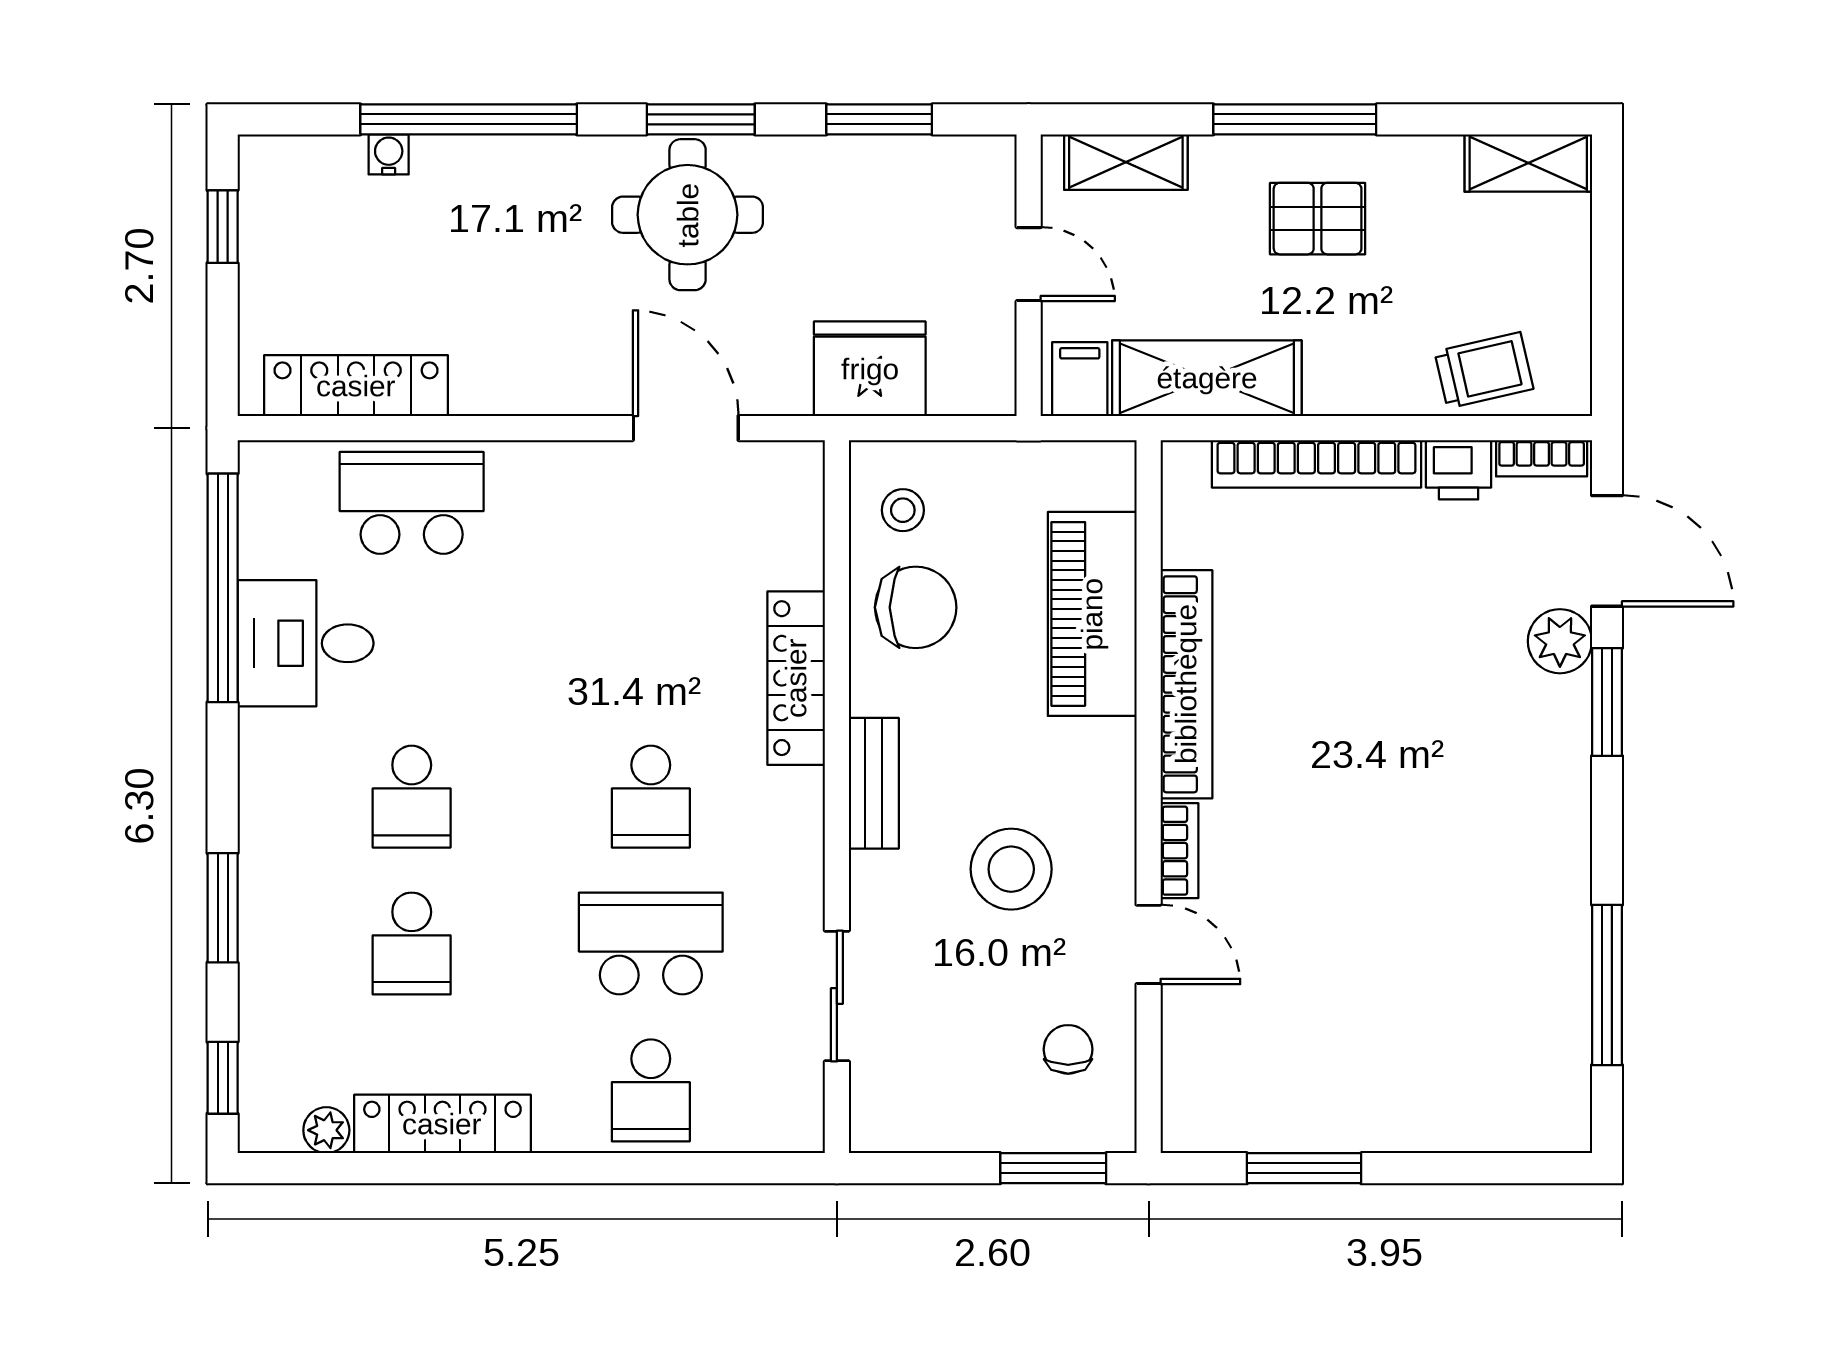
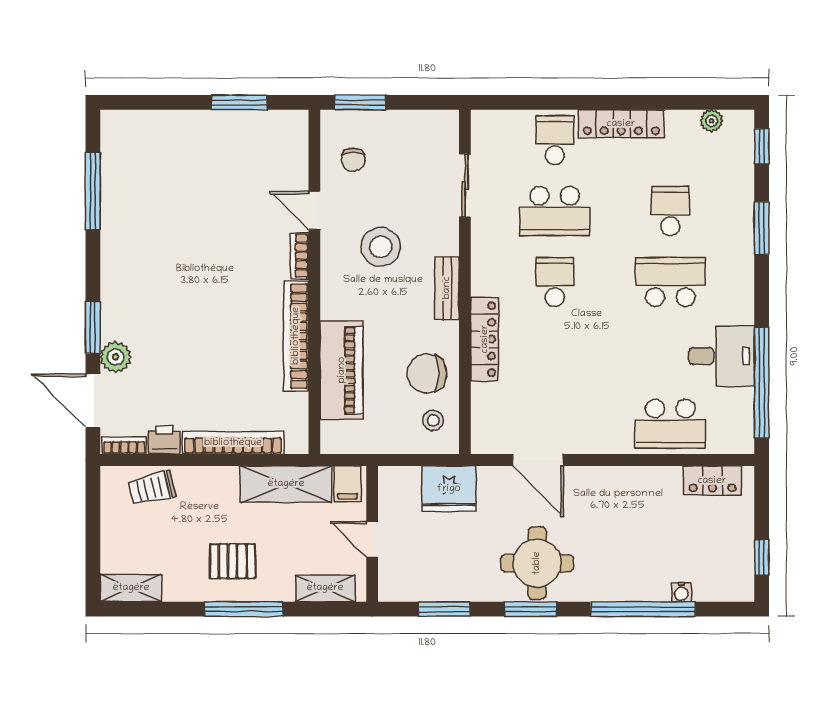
locker: (356, 386) -> (712, 481), width x0.66
school desk: (412, 797) -> (670, 282), width x1.85
locker: (442, 1124) -> (621, 124), moved

